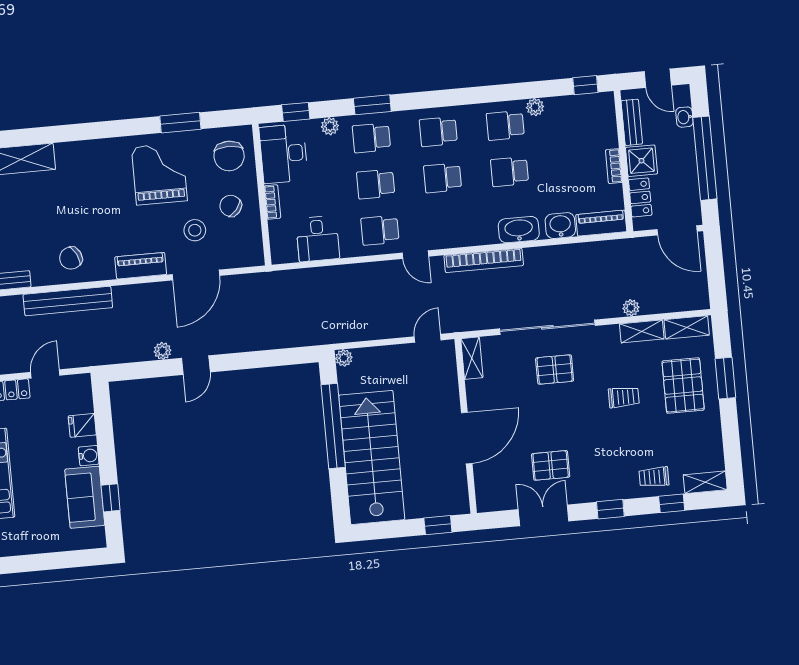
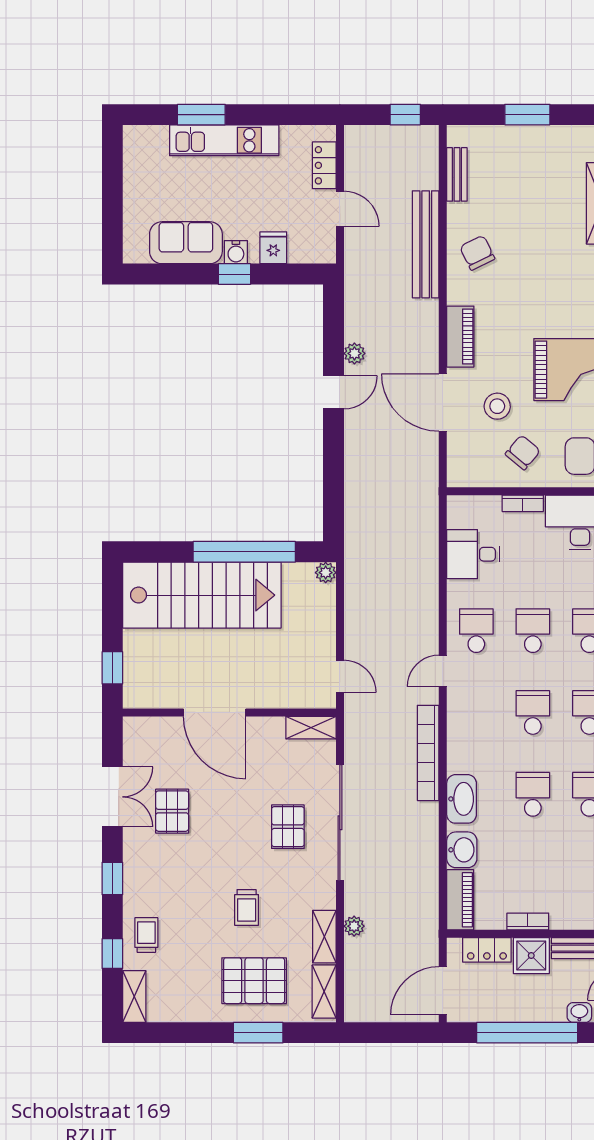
door: (196, 365) -> (334, 392), swing flipped
window: (111, 498) -> (234, 274), moved

